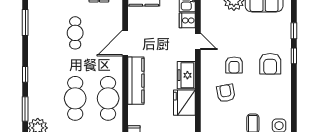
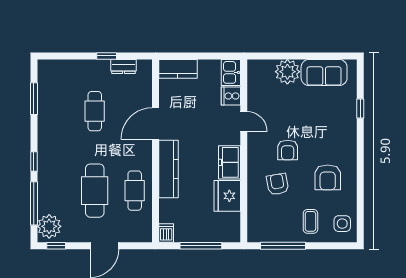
window: (294, 56) -> (360, 139), removed
armchair: (270, 64) -> (328, 177), moved
cafe table: (108, 98) -> (135, 191), width x0.73, depth x0.74
window: (25, 109) -> (34, 203), width x1.44

